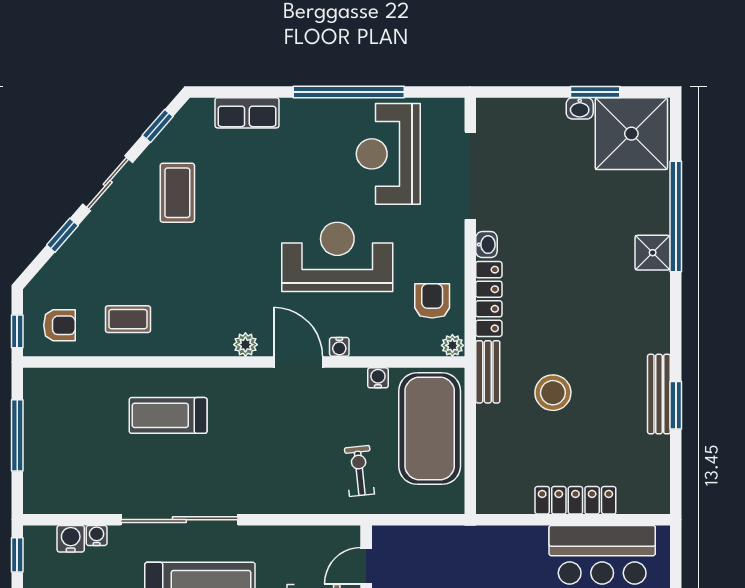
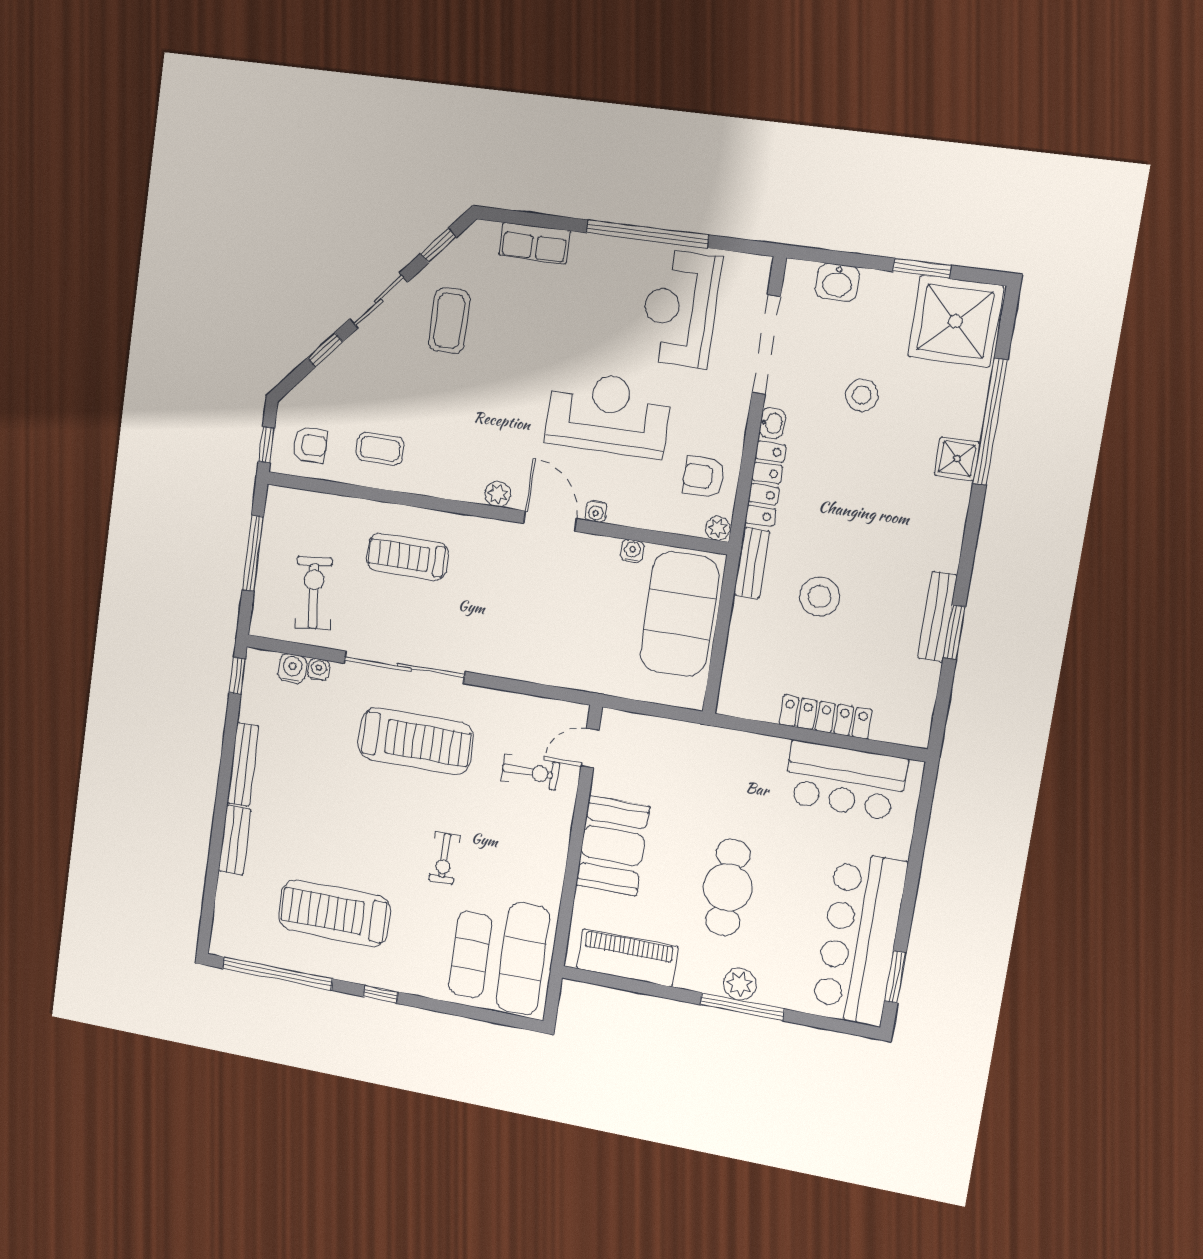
washbasin: (580, 108) -> (837, 282), moved, width x1.38, depth x1.45
stool: (561, 209) -> (862, 395), added
armchair: (432, 301) -> (703, 477), turned -90
exercise bike: (359, 471) -> (314, 593), moved, width x1.38, depth x1.39

